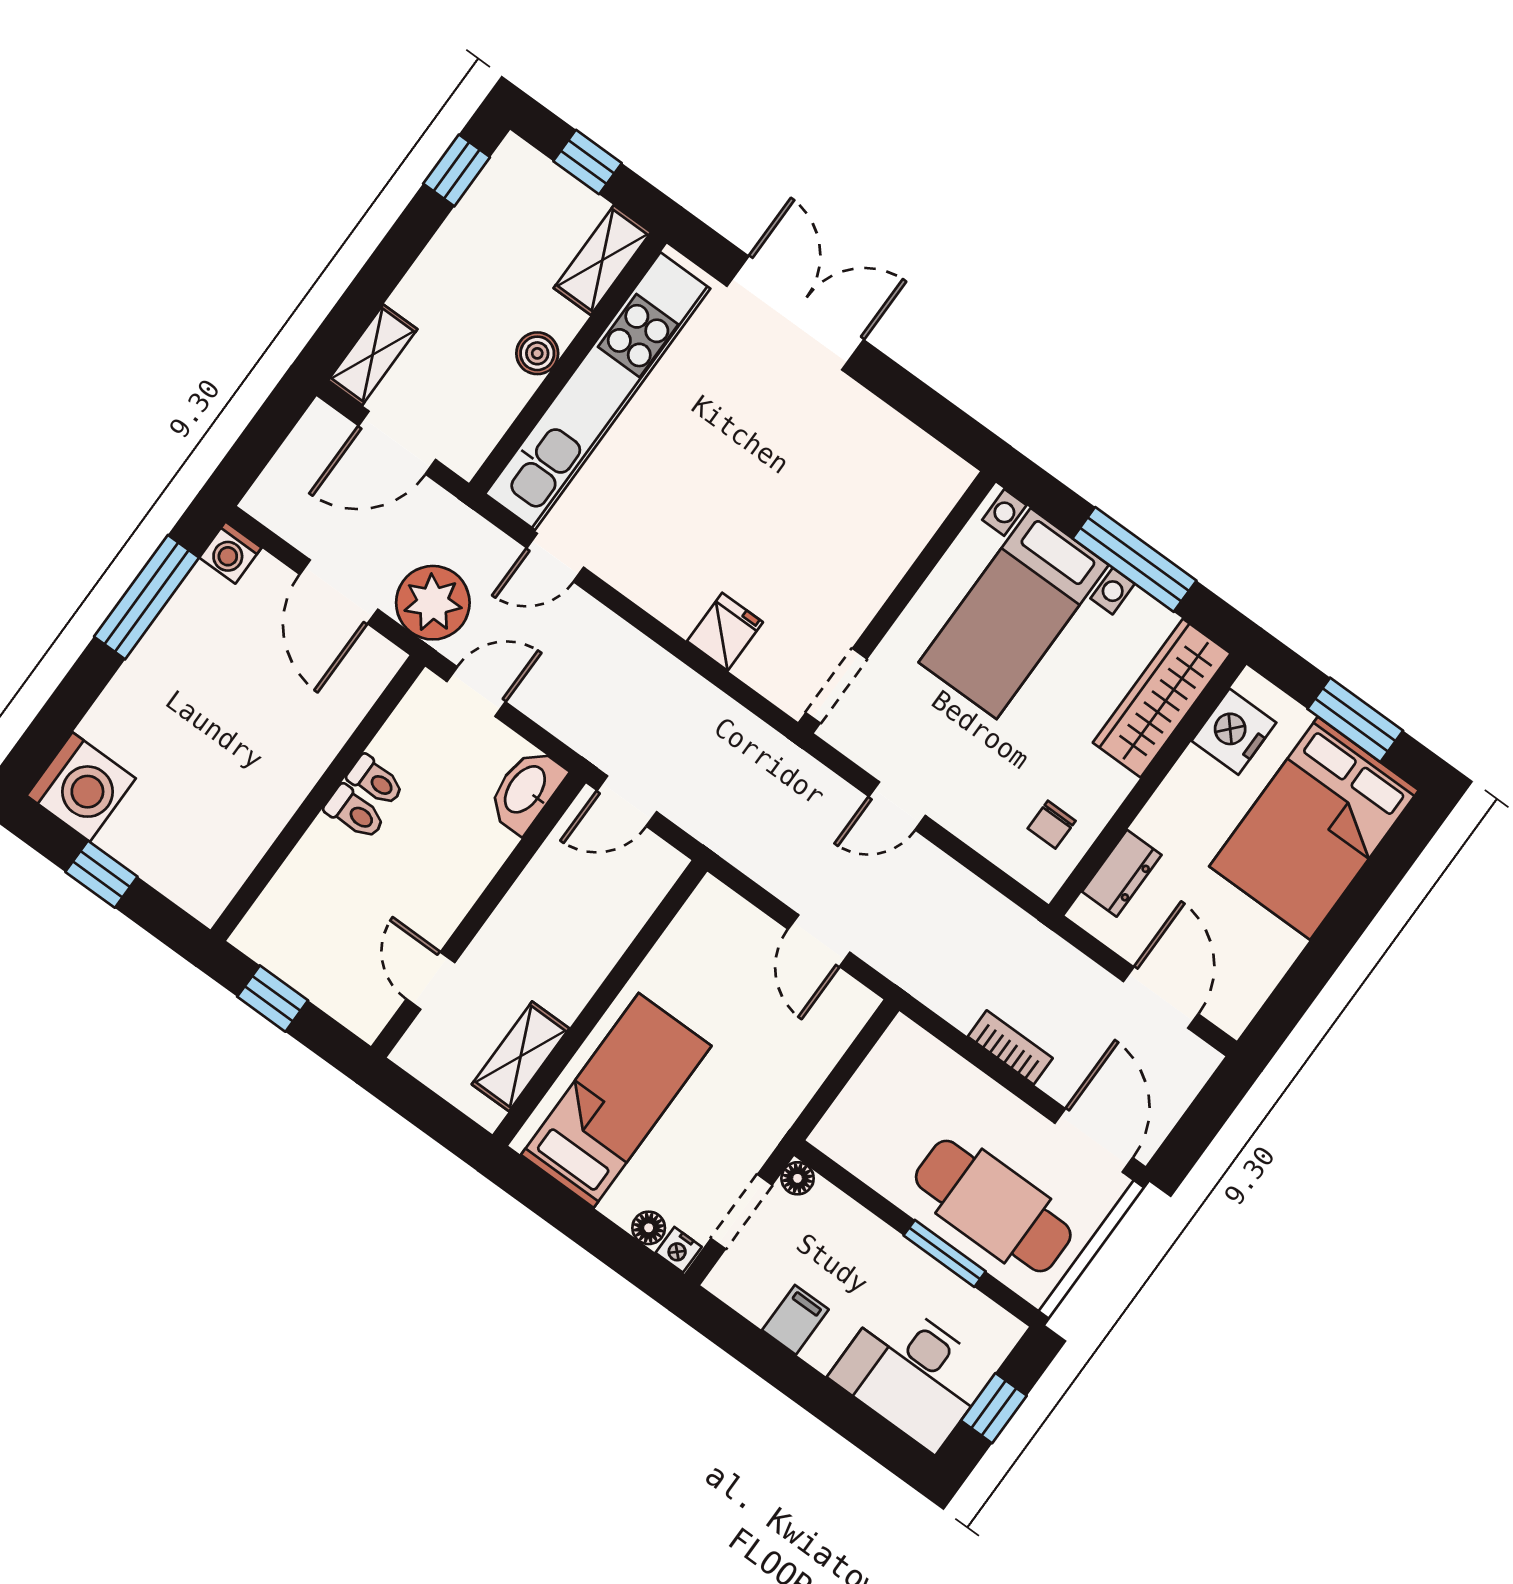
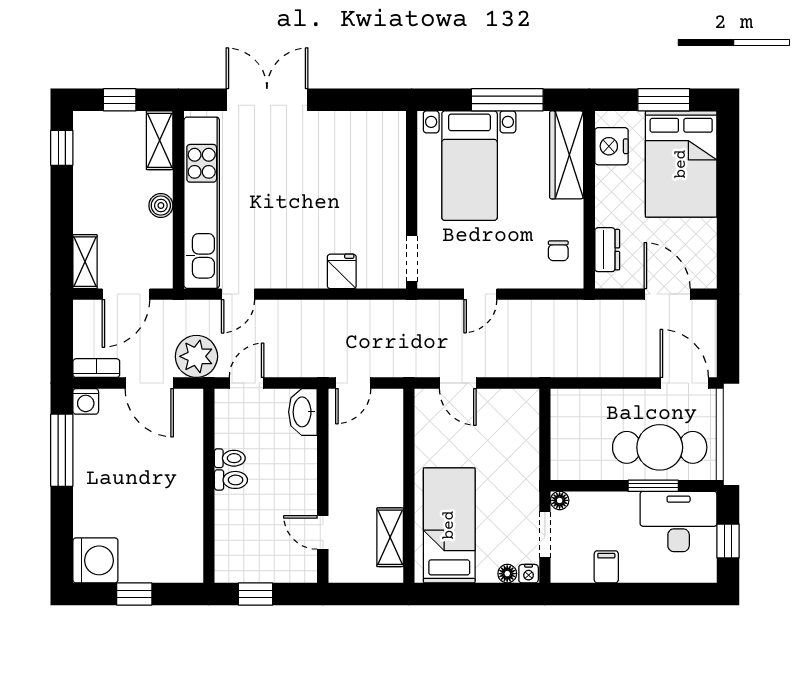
door: (819, 941) -> (458, 383), moved
bookcase: (1010, 1047) -> (96, 368), moved
desk: (912, 1374) -> (679, 522), moved, turned 180

